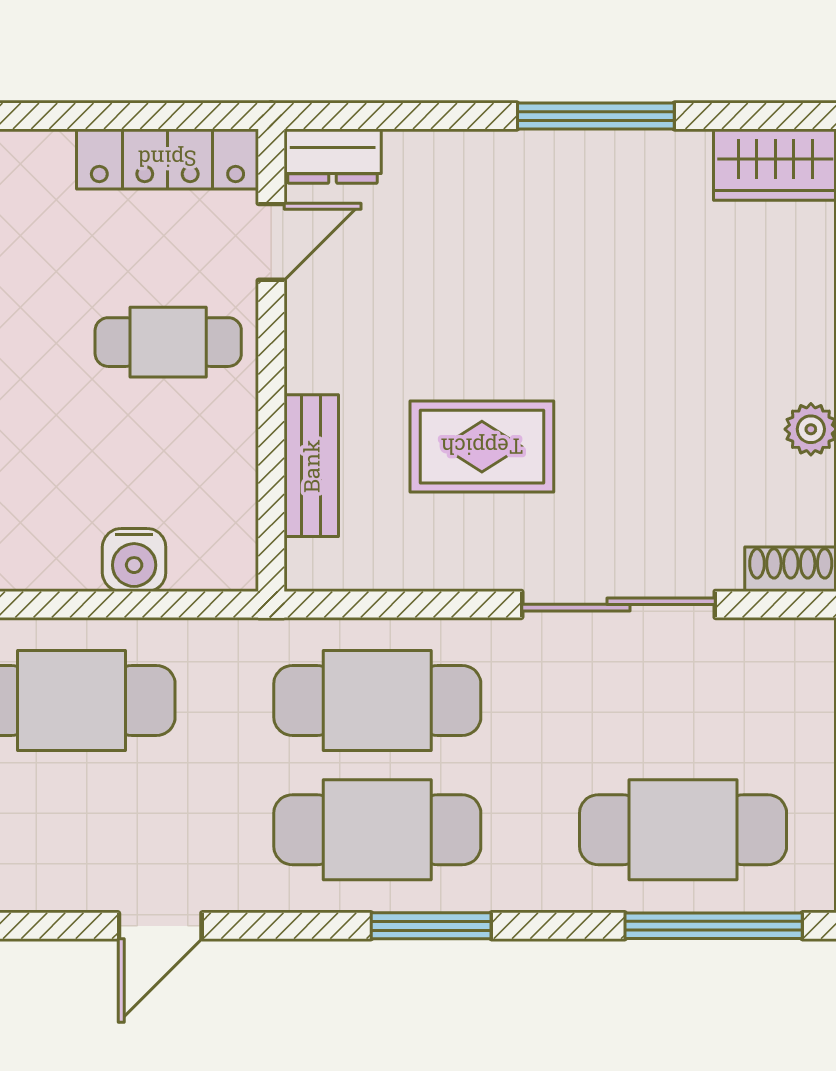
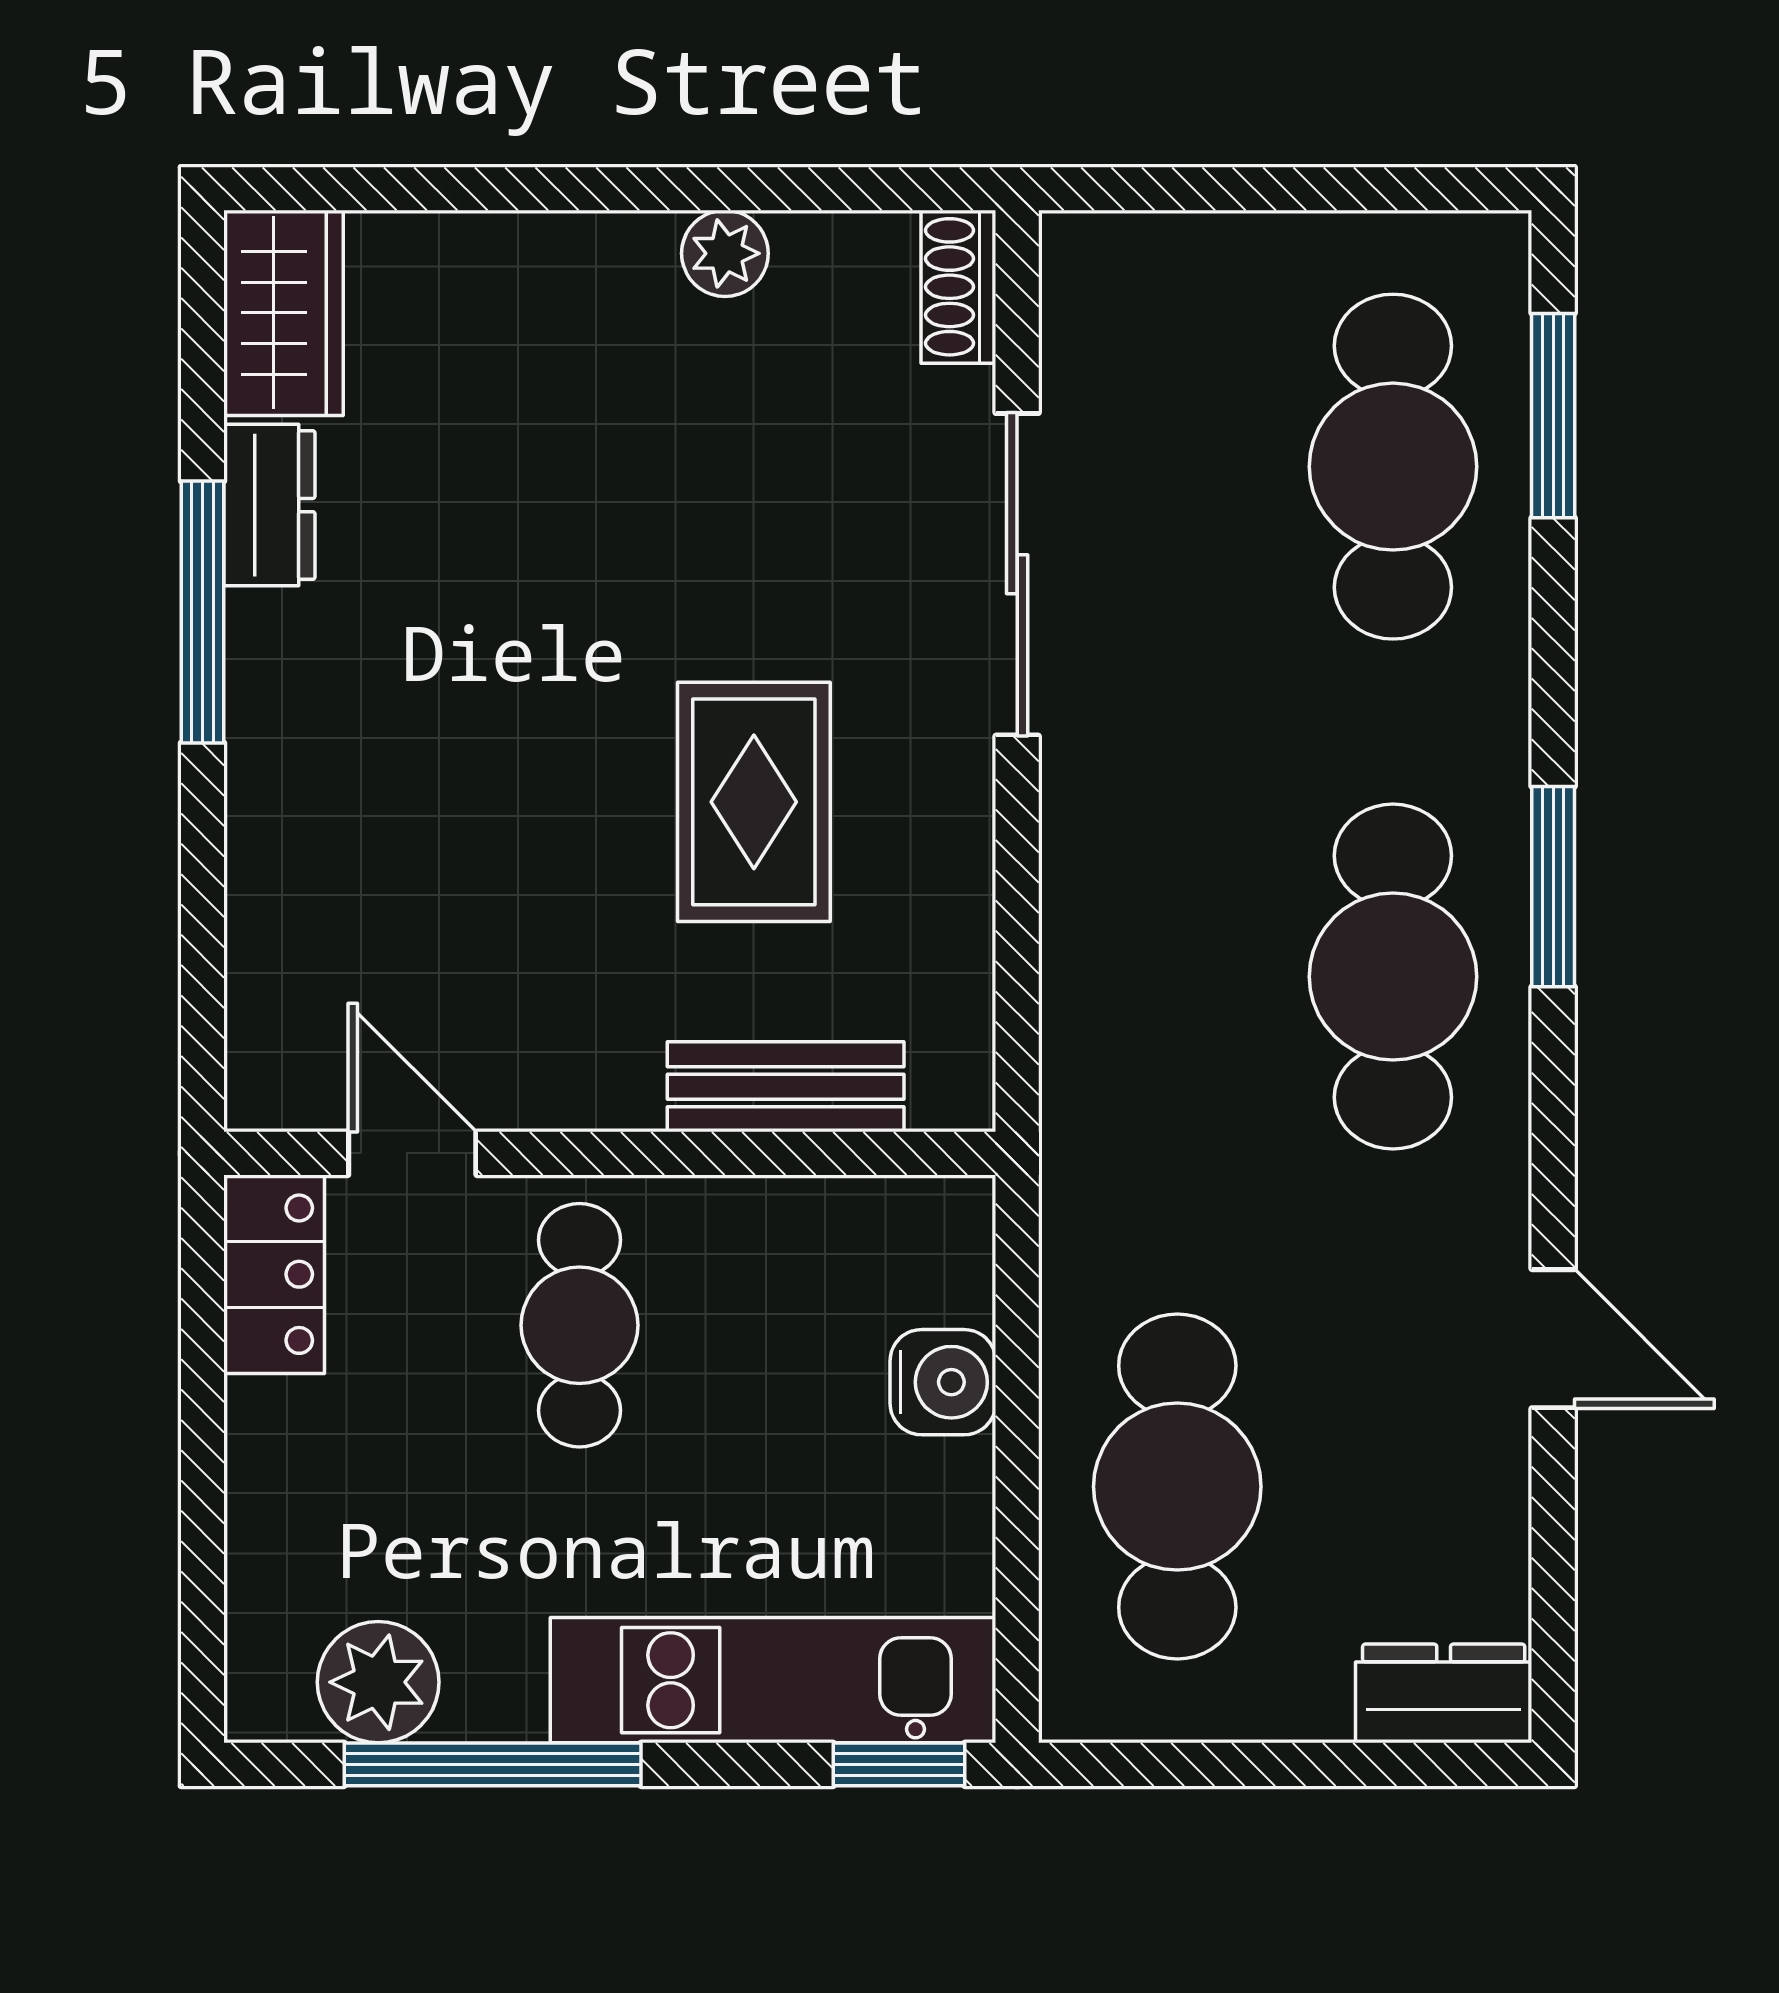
dresser: (333, 156) -> (269, 505), moved
locker: (167, 159) -> (274, 1274), width x0.66
cafe table: (377, 700) -> (1177, 977), removed
window: (714, 926) -> (1553, 416), width x0.69

